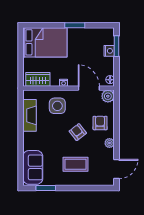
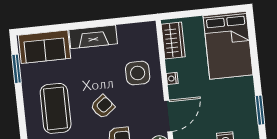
window: (75, 25) -> (260, 110), moved
fireplace: (30, 115) -> (93, 37), moved
coffee table: (76, 164) -> (56, 108), width x1.36, depth x1.32

